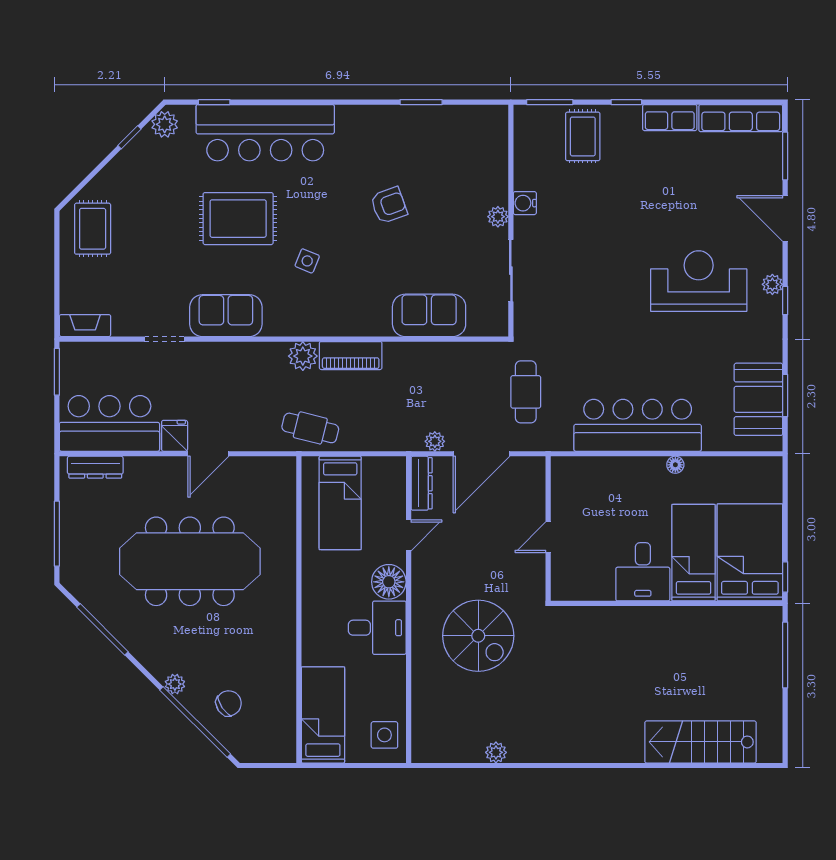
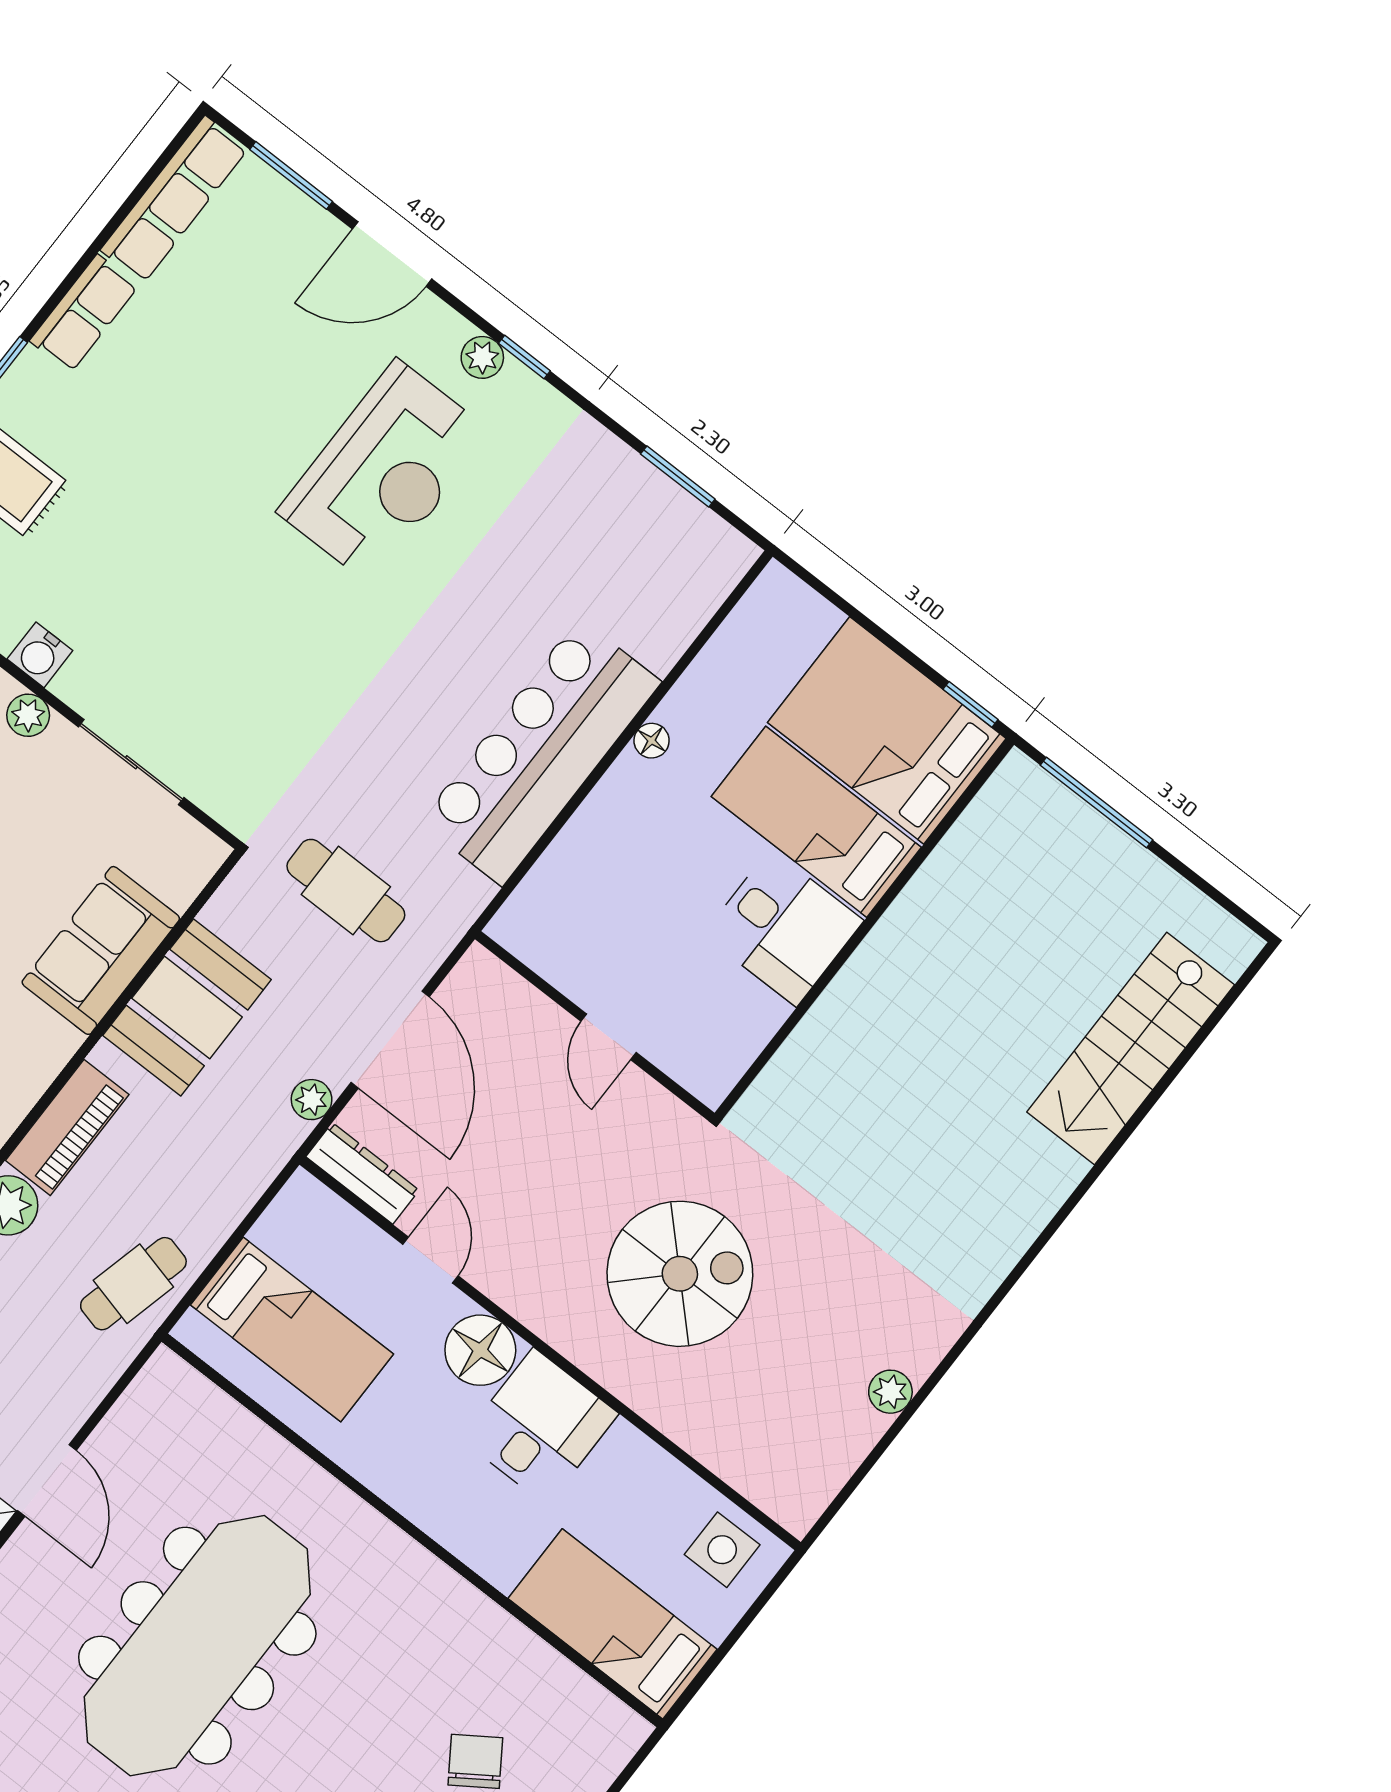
reception desk: (699, 281) -> (384, 472), turned 180
booth: (758, 399) -> (187, 1008), moved, turned 90

